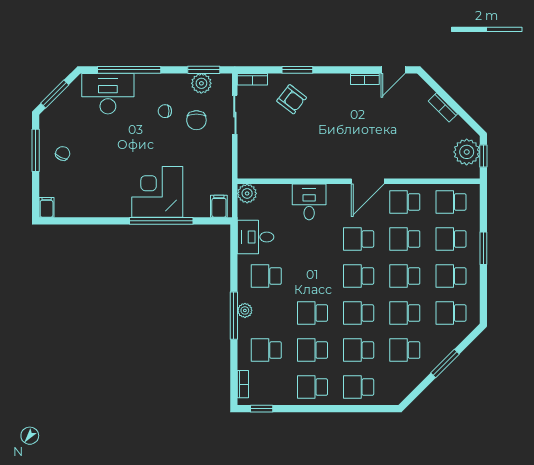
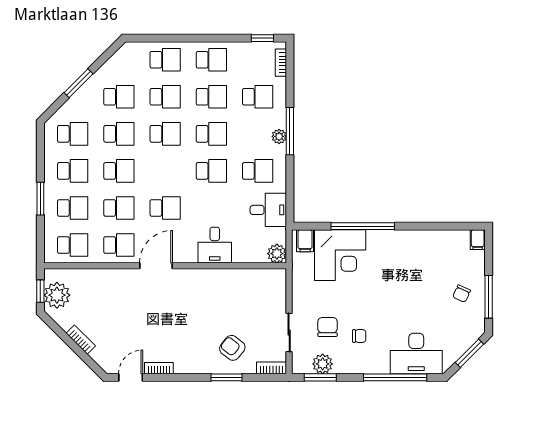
corner desk: (157, 192) -> (340, 255), moved
school desk: (359, 276) -> (211, 171), moved

